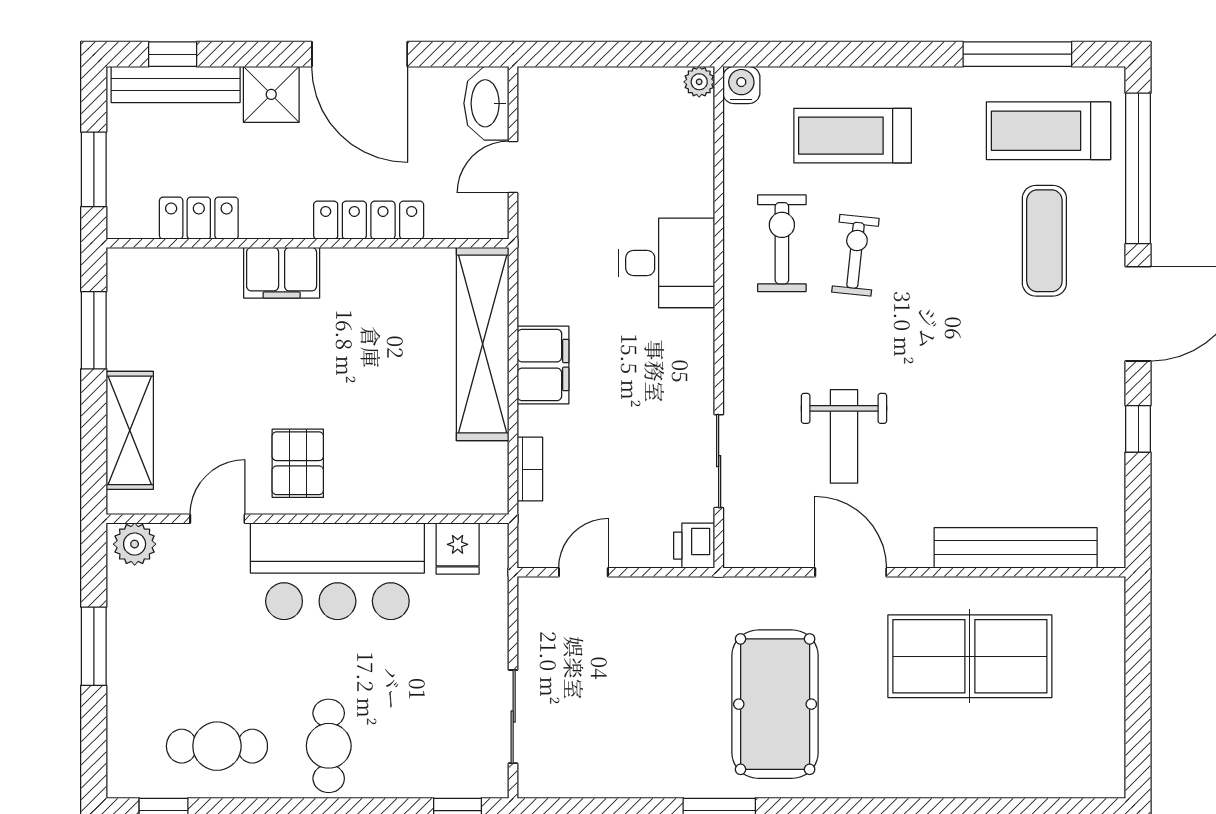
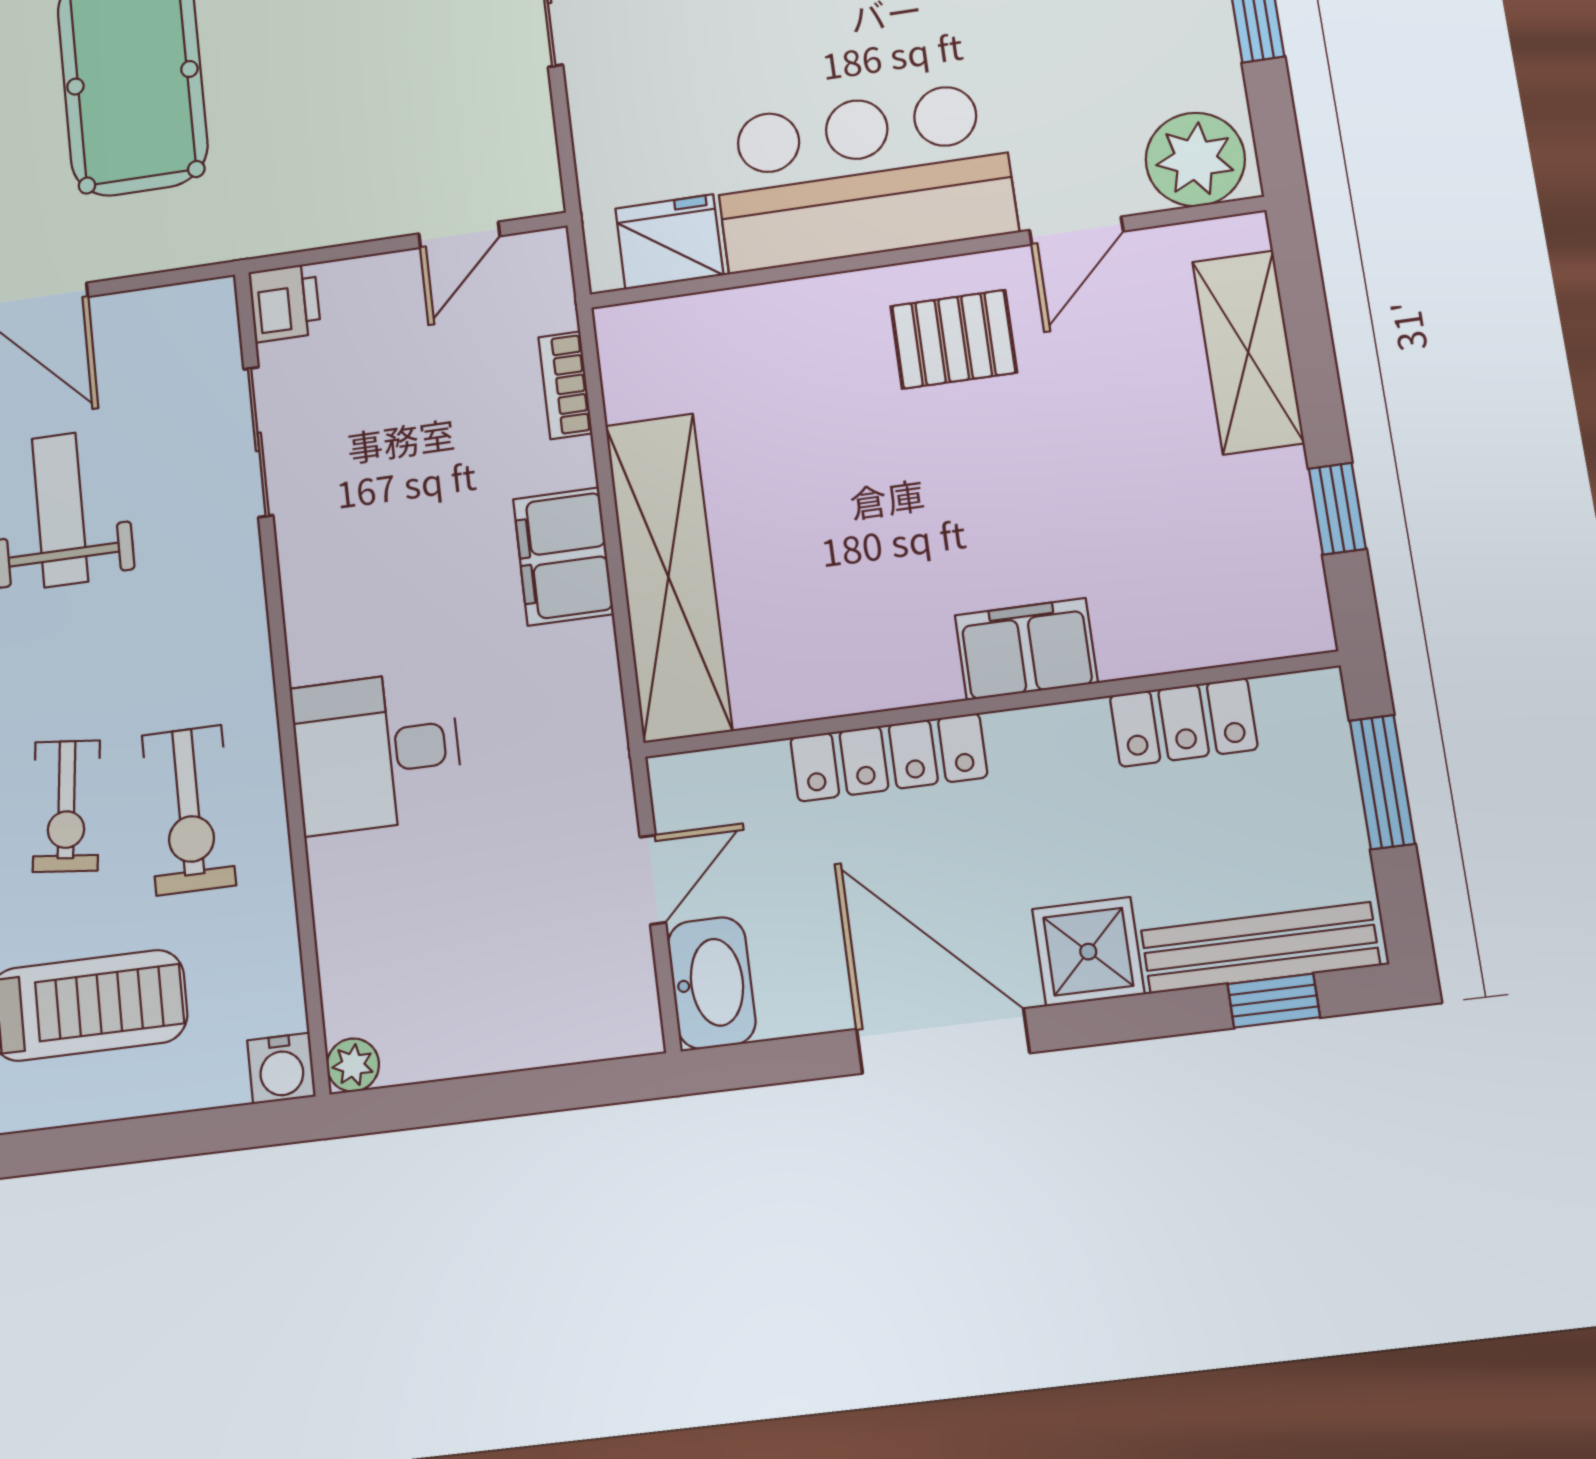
window: (94, 330) -> (1337, 509), width x0.67
pallet: (298, 463) -> (954, 339), turned 90
plant: (135, 544) -> (1195, 159), width x1.36, depth x1.36
fridge: (458, 548) -> (669, 242), width x1.38

